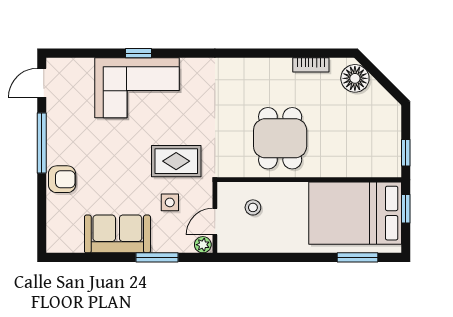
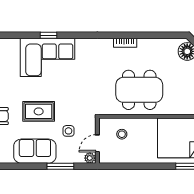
bookcase: (311, 65) -> (125, 43), moved
dining table: (280, 138) -> (139, 90), width x1.38
rug: (176, 161) -> (39, 111), moved

